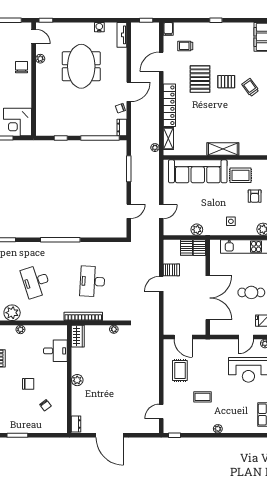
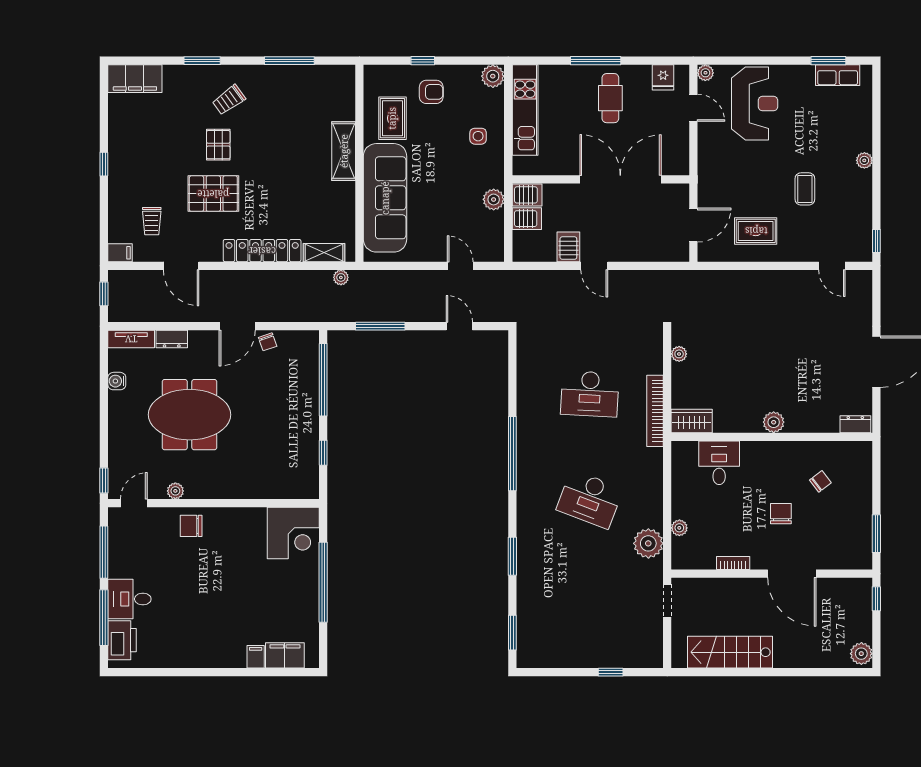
door: (129, 92) -> (237, 326), swing flipped
dresser: (122, 128) -> (172, 339), moved
desk: (36, 281) -> (590, 499), turned 39

